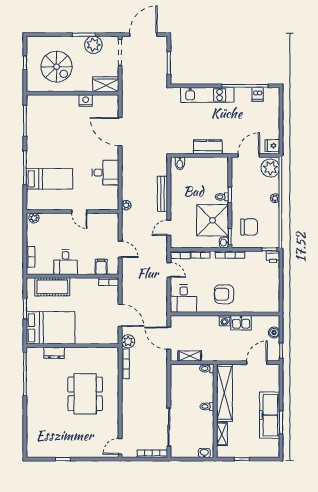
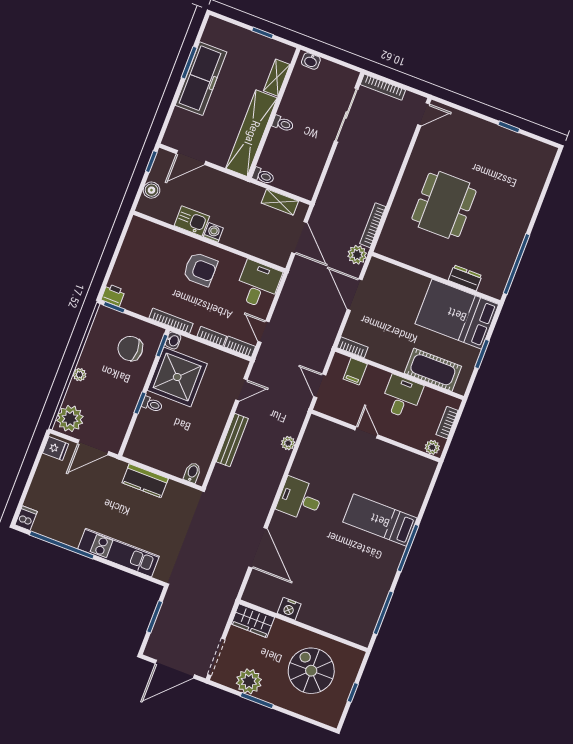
dishwasher: (258, 94) -> (26, 518), moved
wall: (72, 211) -> (376, 436), moved
door: (79, 211) -> (366, 432), moved
plant: (34, 218) -> (432, 447), moved

